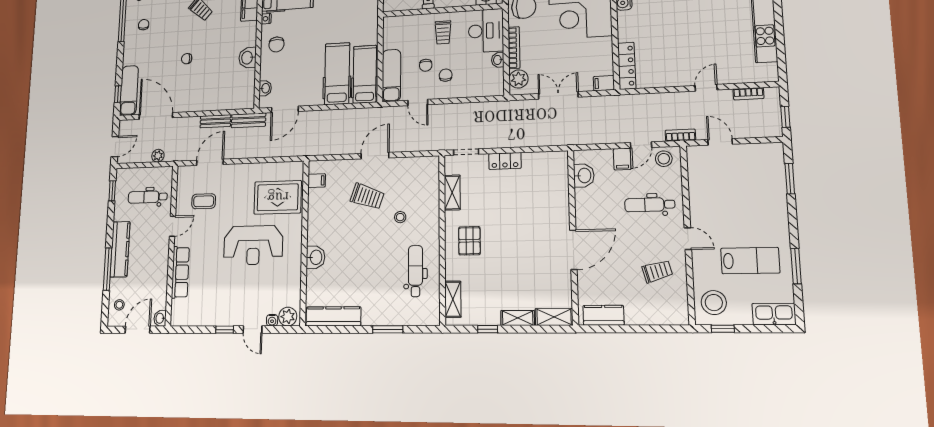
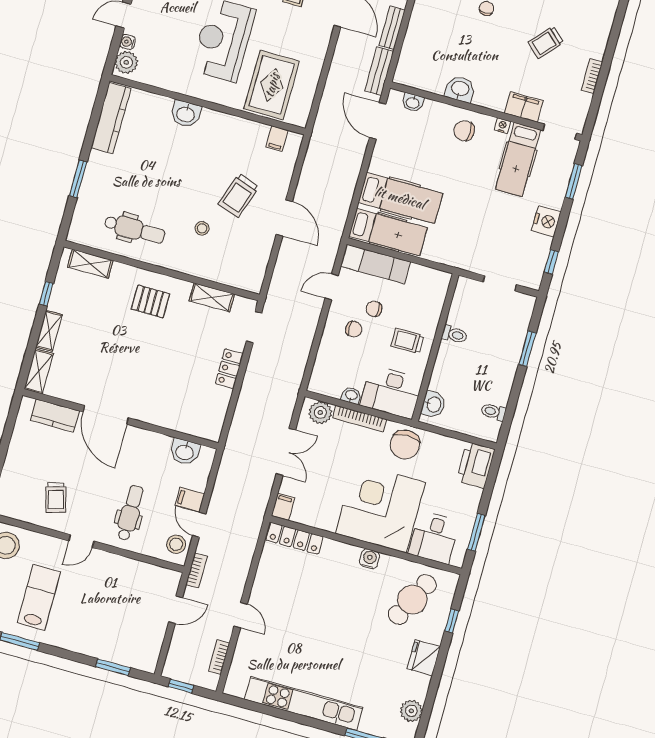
lab bench: (750, 261) -> (39, 597), turned 180
kitchen counter: (603, 315) -> (55, 416), moved, turned 90

